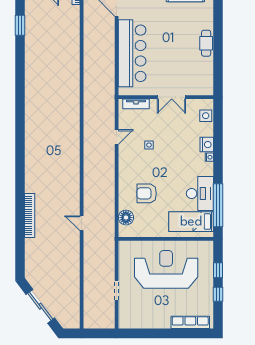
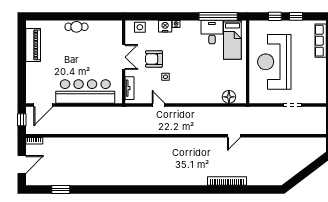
armchair: (147, 193) -> (154, 59), moved, turned 90
desk: (200, 194) -> (212, 32), width x0.73
sliding door: (40, 306) -> (306, 172), removed

